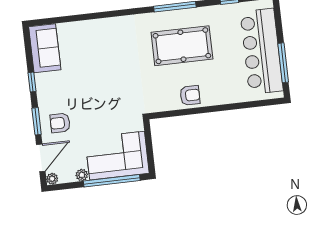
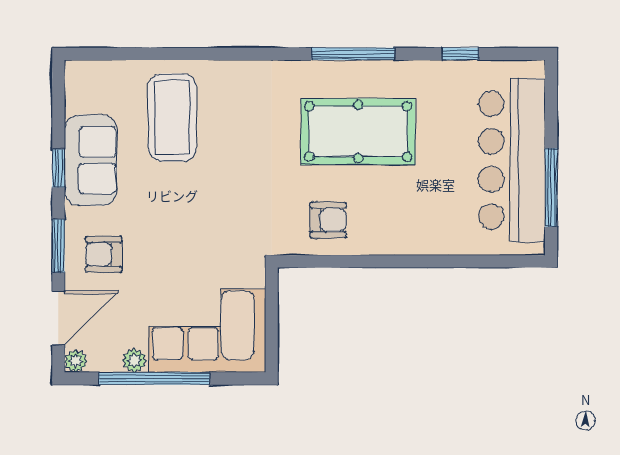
sofa: (45, 48) -> (91, 160), moved
coffee table: (87, 49) -> (172, 117), added
armchair: (190, 95) -> (328, 220), moved
window: (112, 181) -> (154, 379), moved

